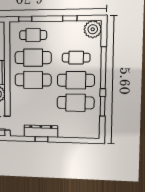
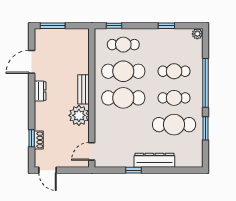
plant: (93, 29) -> (197, 34), width x0.53, depth x0.53
cafe table: (76, 80) -> (174, 98), width x0.73, depth x0.74
dresser: (41, 131) -> (154, 160), moved

